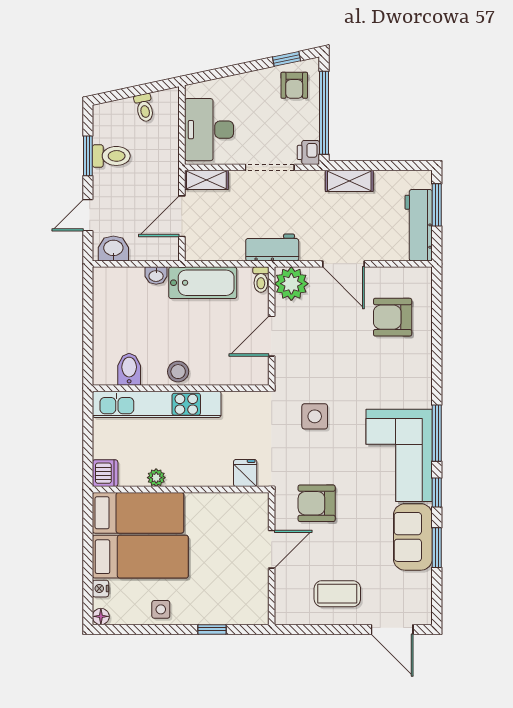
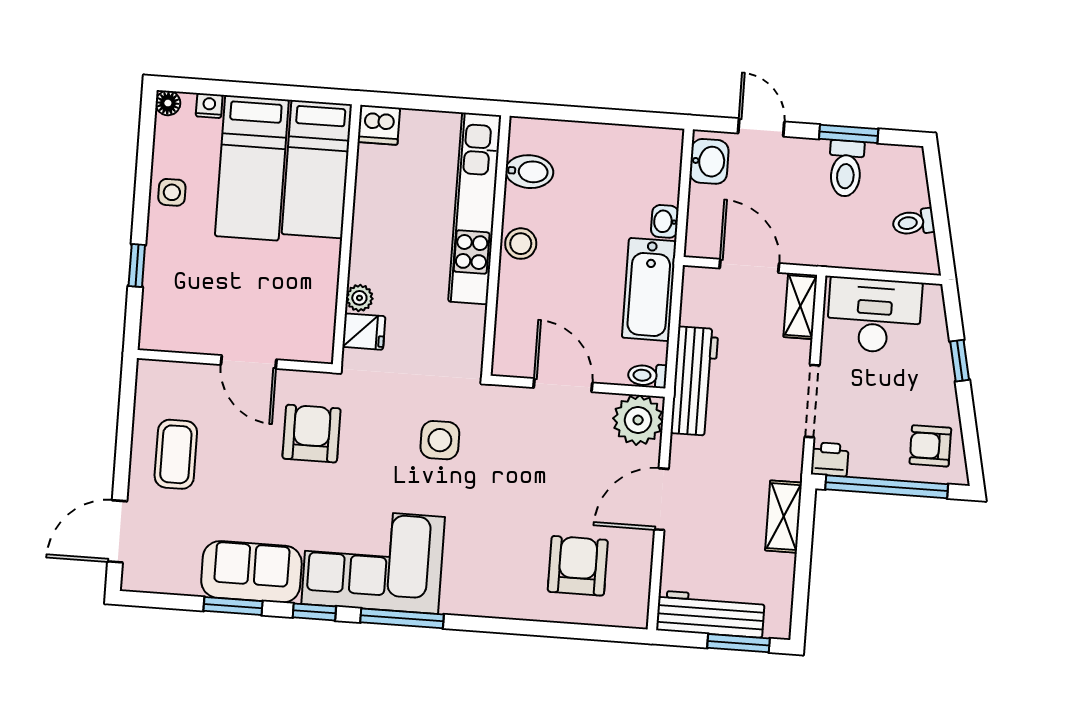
window: (286, 59) -> (960, 361), moved
workbench: (272, 248) -> (694, 381), width x1.38
plant: (156, 478) -> (359, 298), moved

